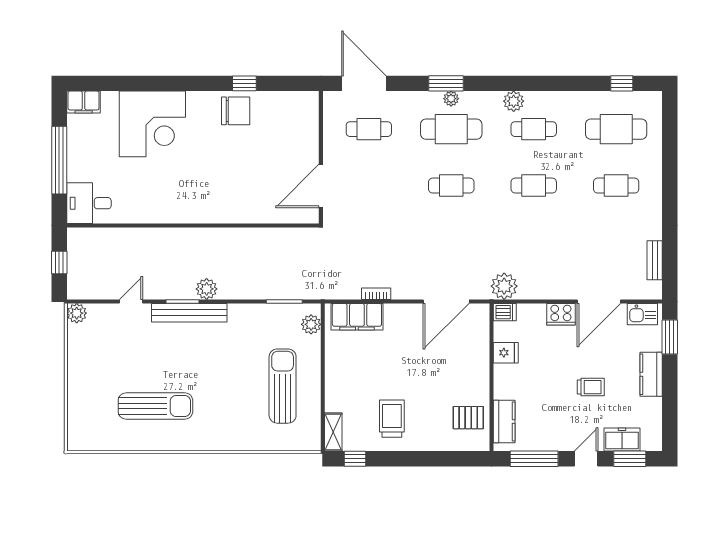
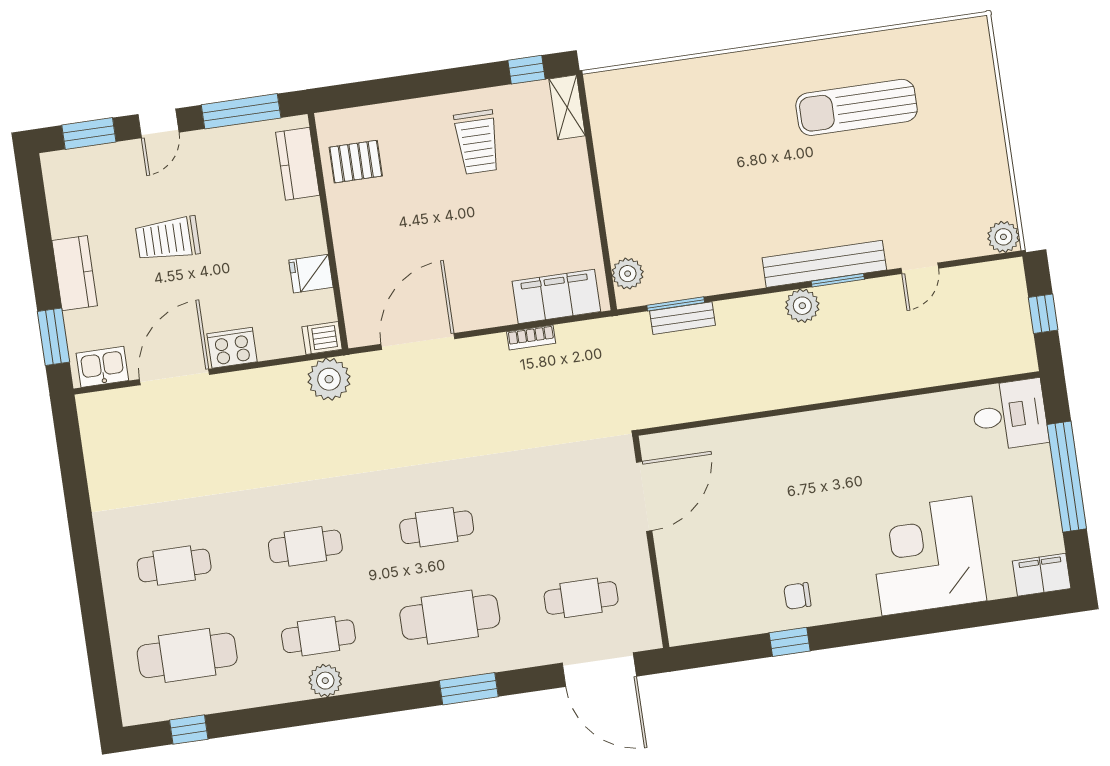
plant: (451, 99) -> (457, 666), removed
plant: (514, 101) -> (325, 681), moved
chair: (236, 111) -> (797, 596), width x0.54, depth x0.54
bench: (655, 260) -> (682, 318), moved, turned 90
sun lounger: (283, 386) -> (659, 169), removed
trolley: (591, 387) -> (168, 239), width x1.36, depth x1.39
freezer: (622, 440) -> (106, 162), removed

